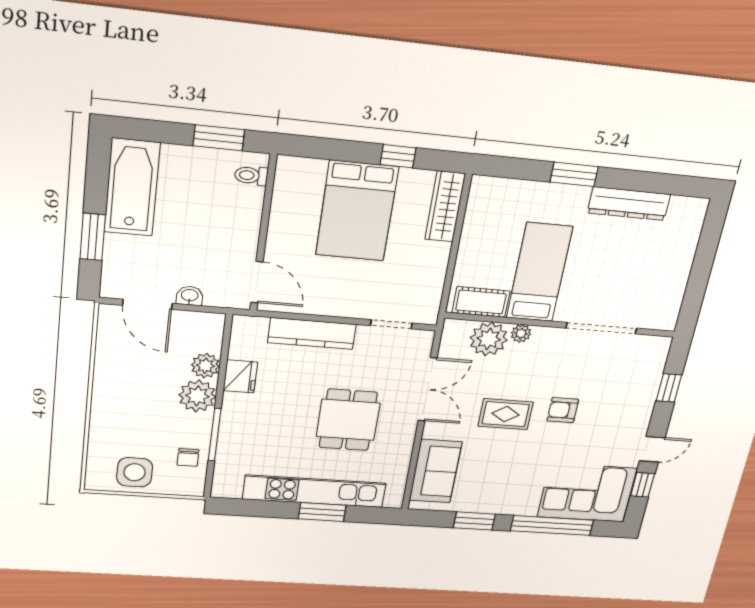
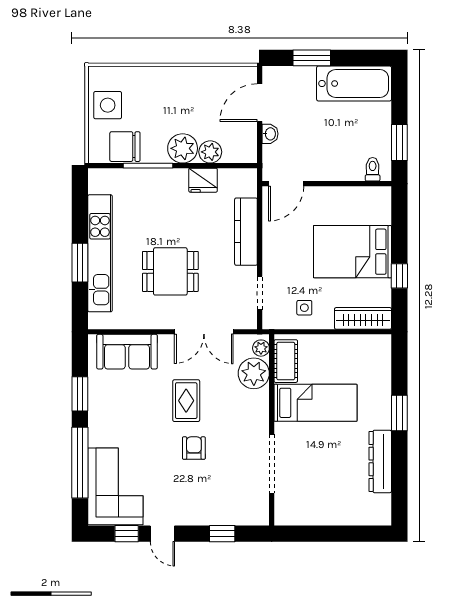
side table: (419, 275) -> (304, 308), added
plant: (521, 333) -> (261, 348), moved
chair: (188, 457) -> (125, 147), width x1.87, depth x1.87

